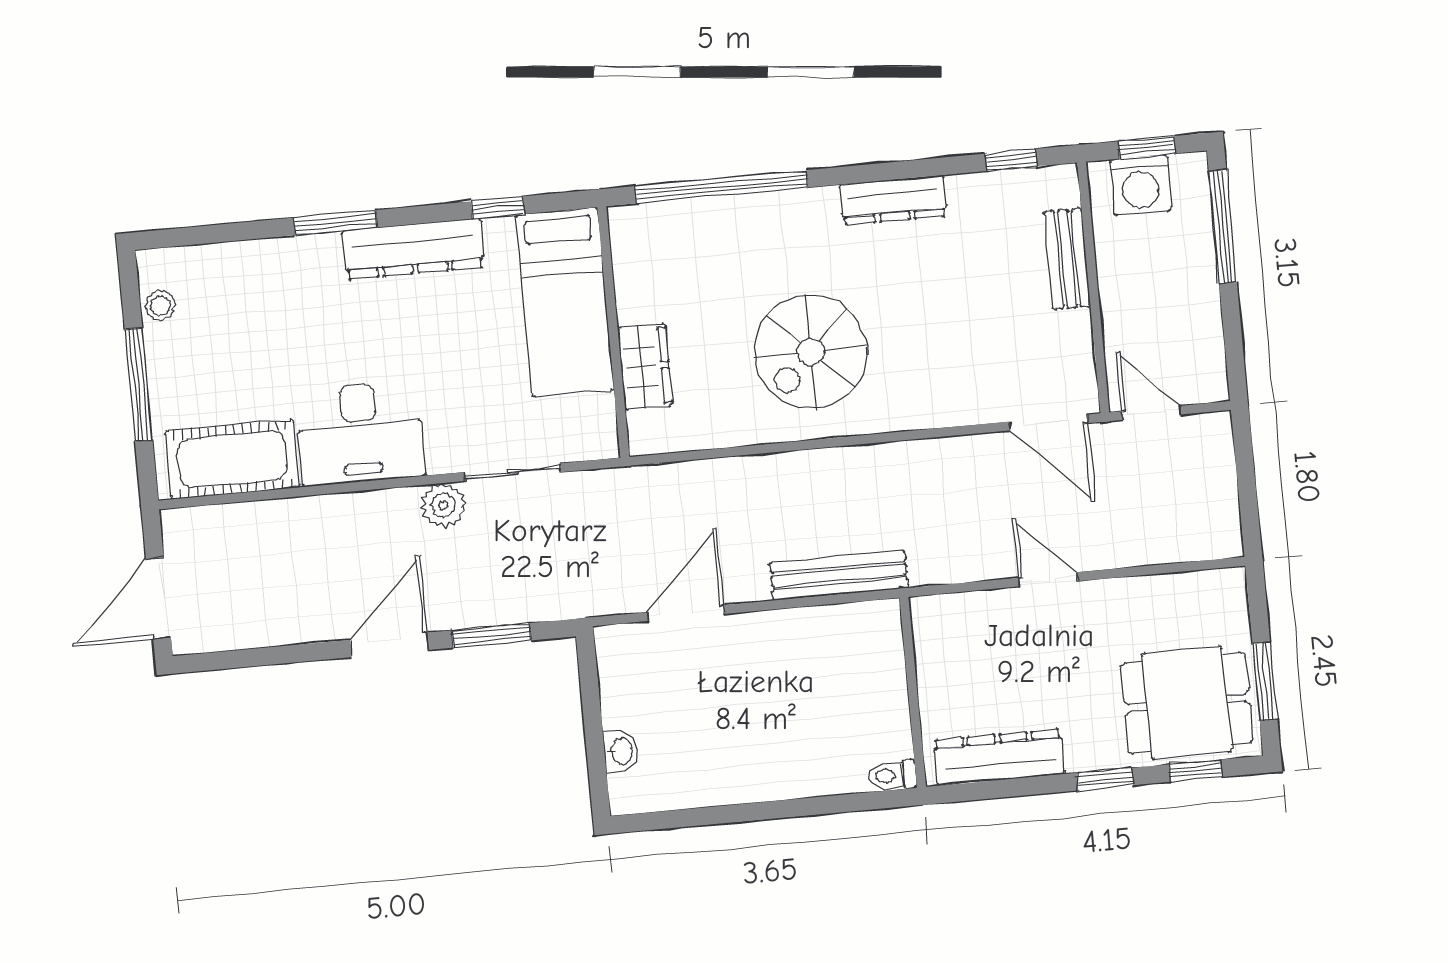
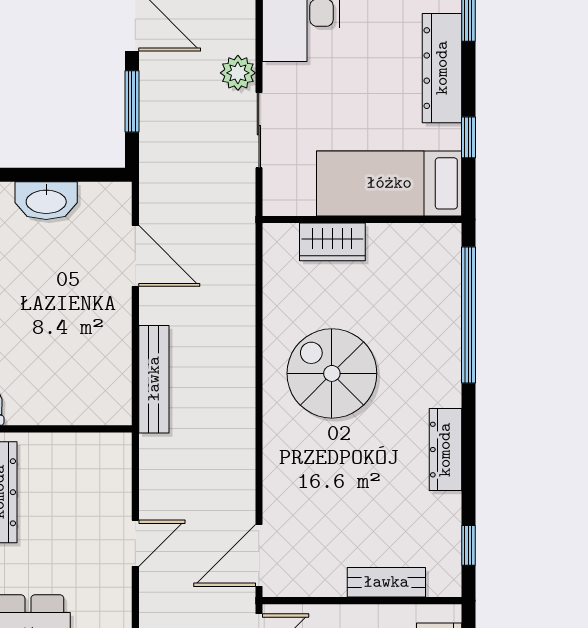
washbasin: (621, 751) -> (46, 201), width x1.91, depth x1.45

